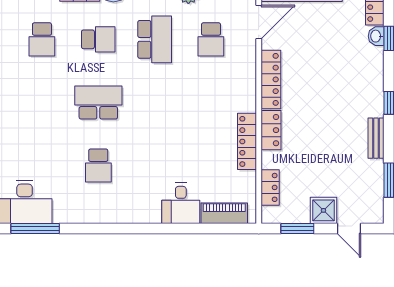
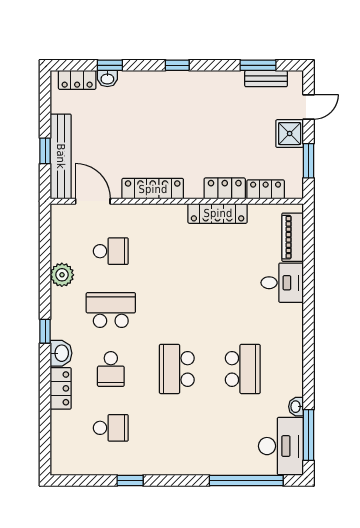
school desk: (98, 39) -> (111, 369), turned 180
locker: (271, 130) -> (225, 188), moved
bench: (376, 138) -> (266, 79), moved
school desk: (98, 166) -> (243, 369), width x1.85
washbasin: (62, 216) -> (296, 407), added

